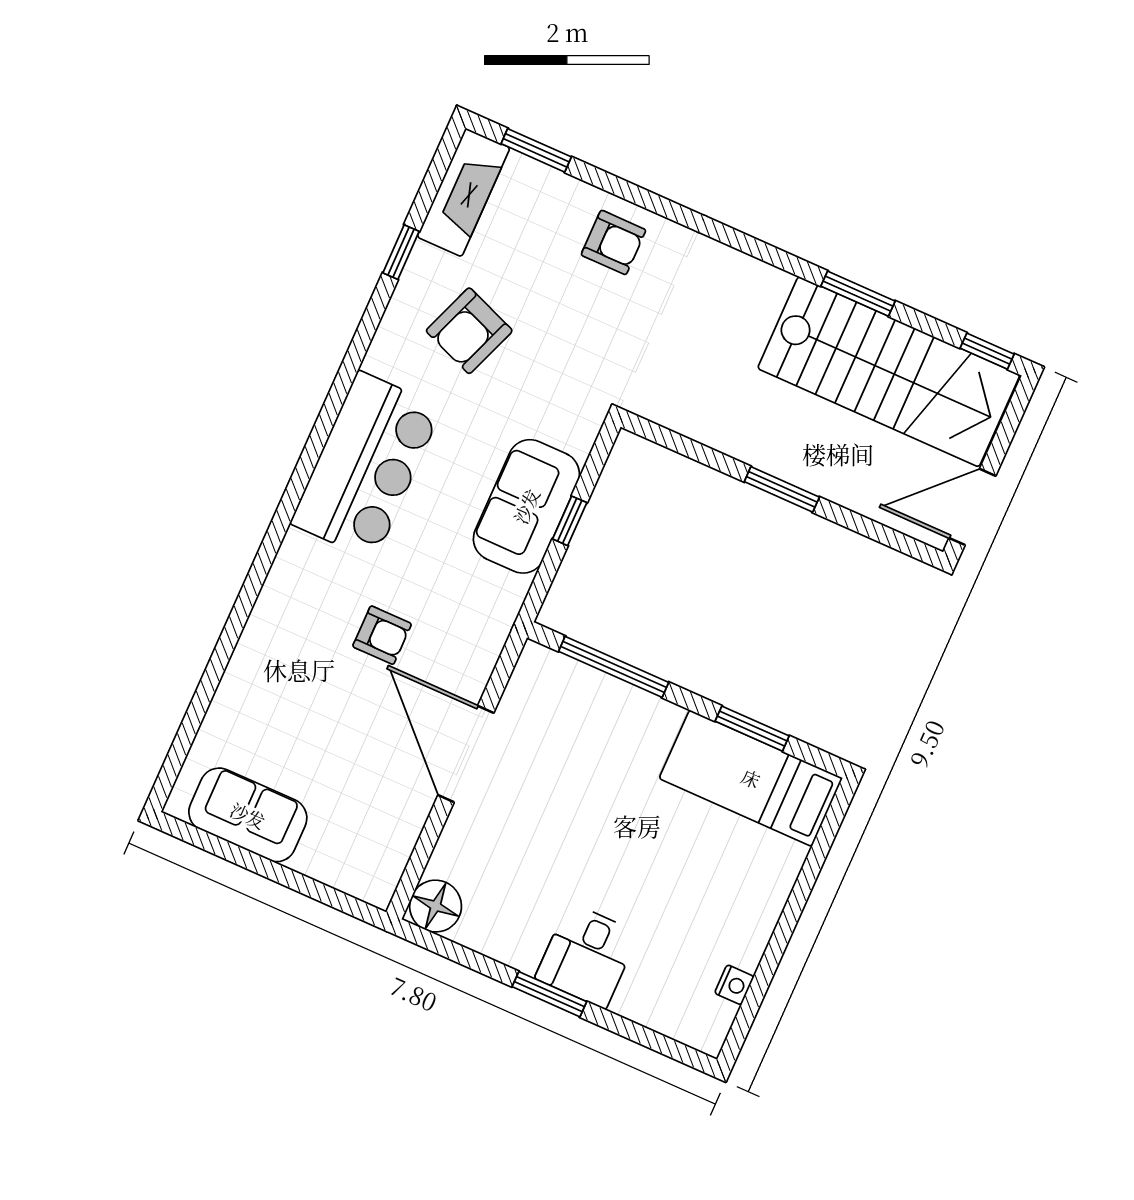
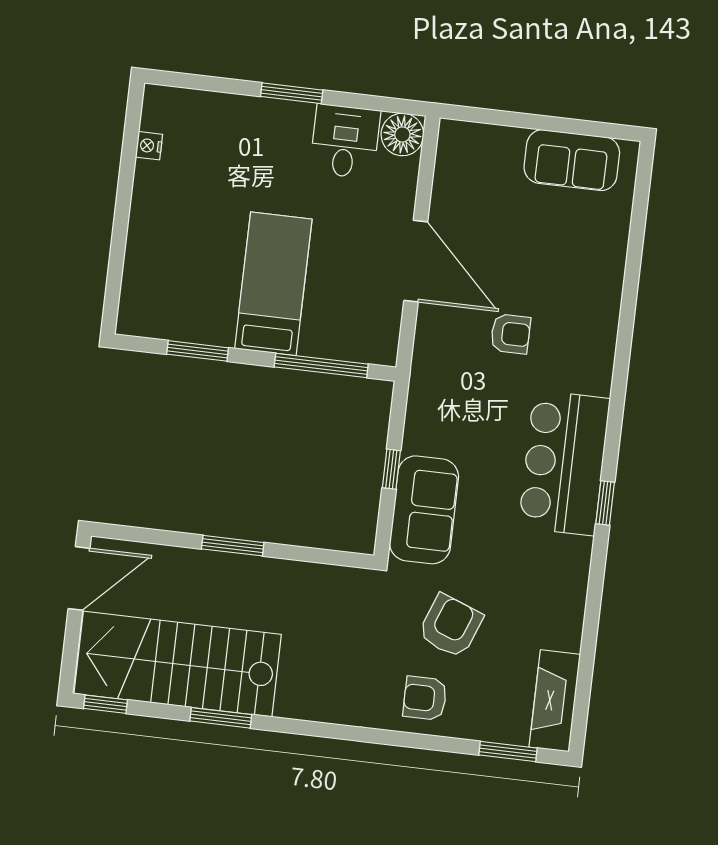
window: (401, 252) -> (605, 503), moved
armchair: (469, 331) -> (450, 626), moved
sofa: (526, 506) -> (424, 510), moved
armchair: (382, 635) -> (510, 334), turned 180
bed: (751, 778) -> (273, 284), moved, turned -90
desk: (587, 956) -> (345, 141), moved

